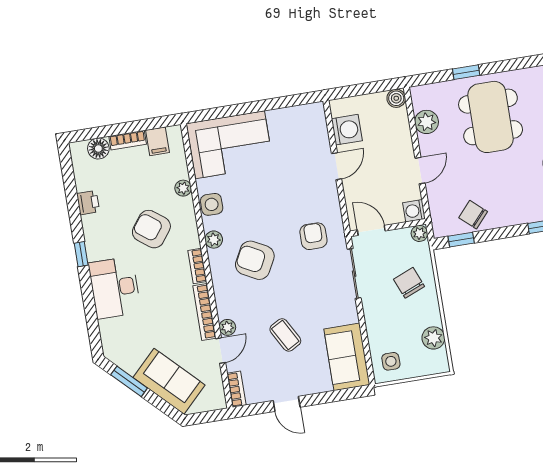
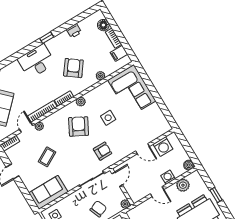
side table: (212, 204) -> (108, 118), moved
washing machine: (414, 211) -> (168, 177), moved
door: (221, 351) -> (26, 127), swing flipped

